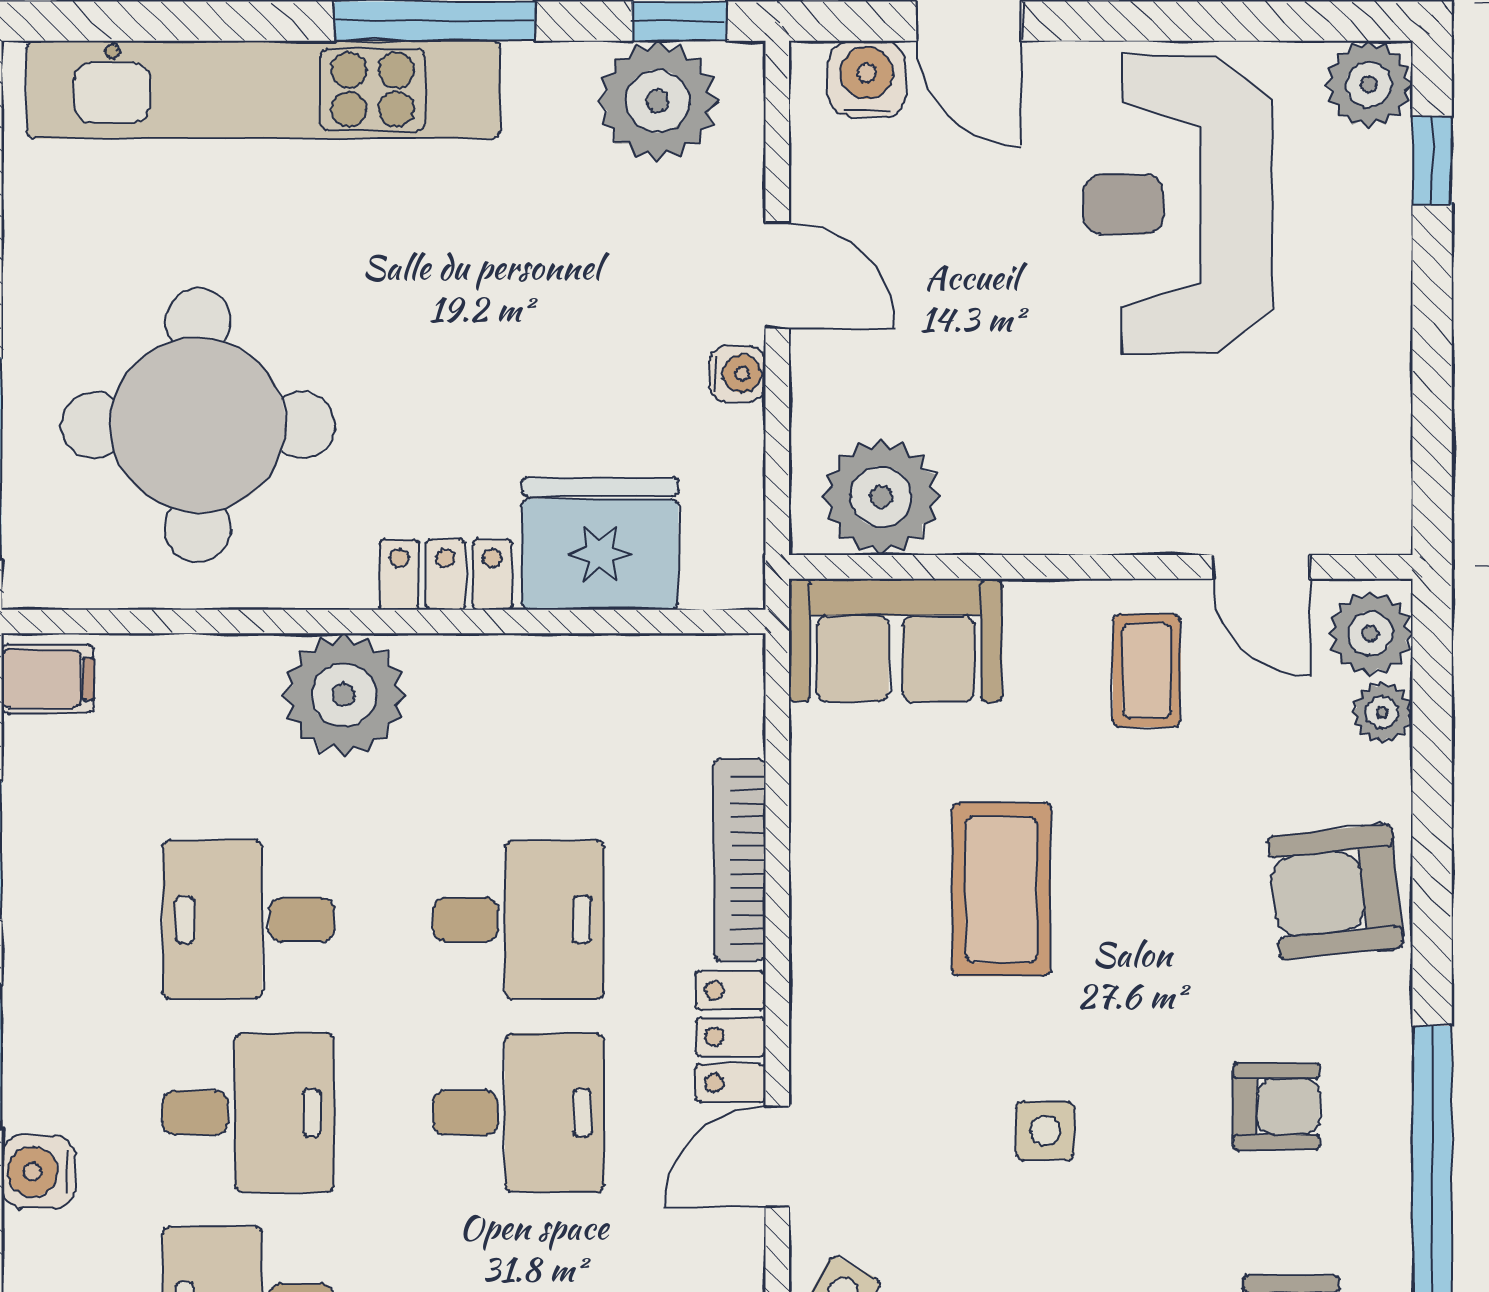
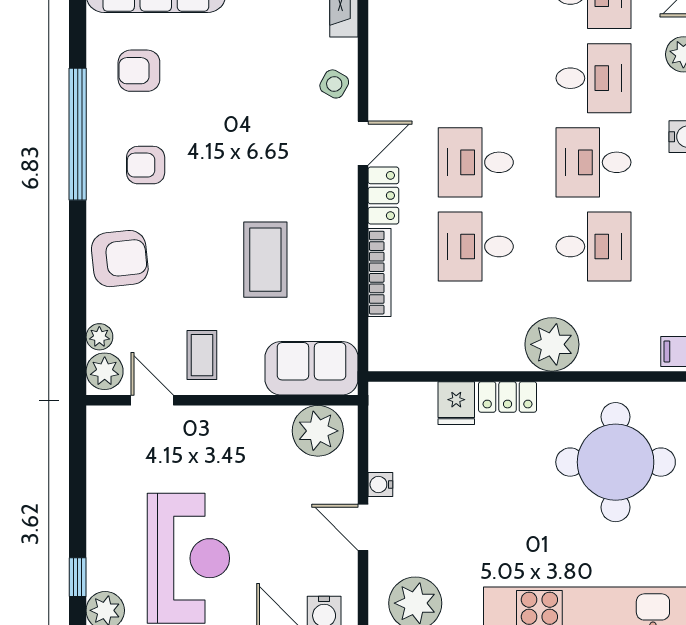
fridge: (600, 544) -> (456, 403), width x0.53, depth x0.75
side table: (1045, 1131) -> (246, 155), removed

